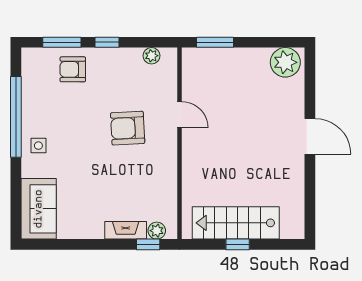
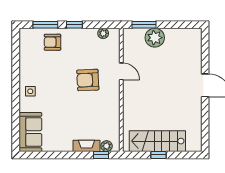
plant: (285, 62) -> (155, 38), moved
window: (16, 117) -> (16, 73), removed

